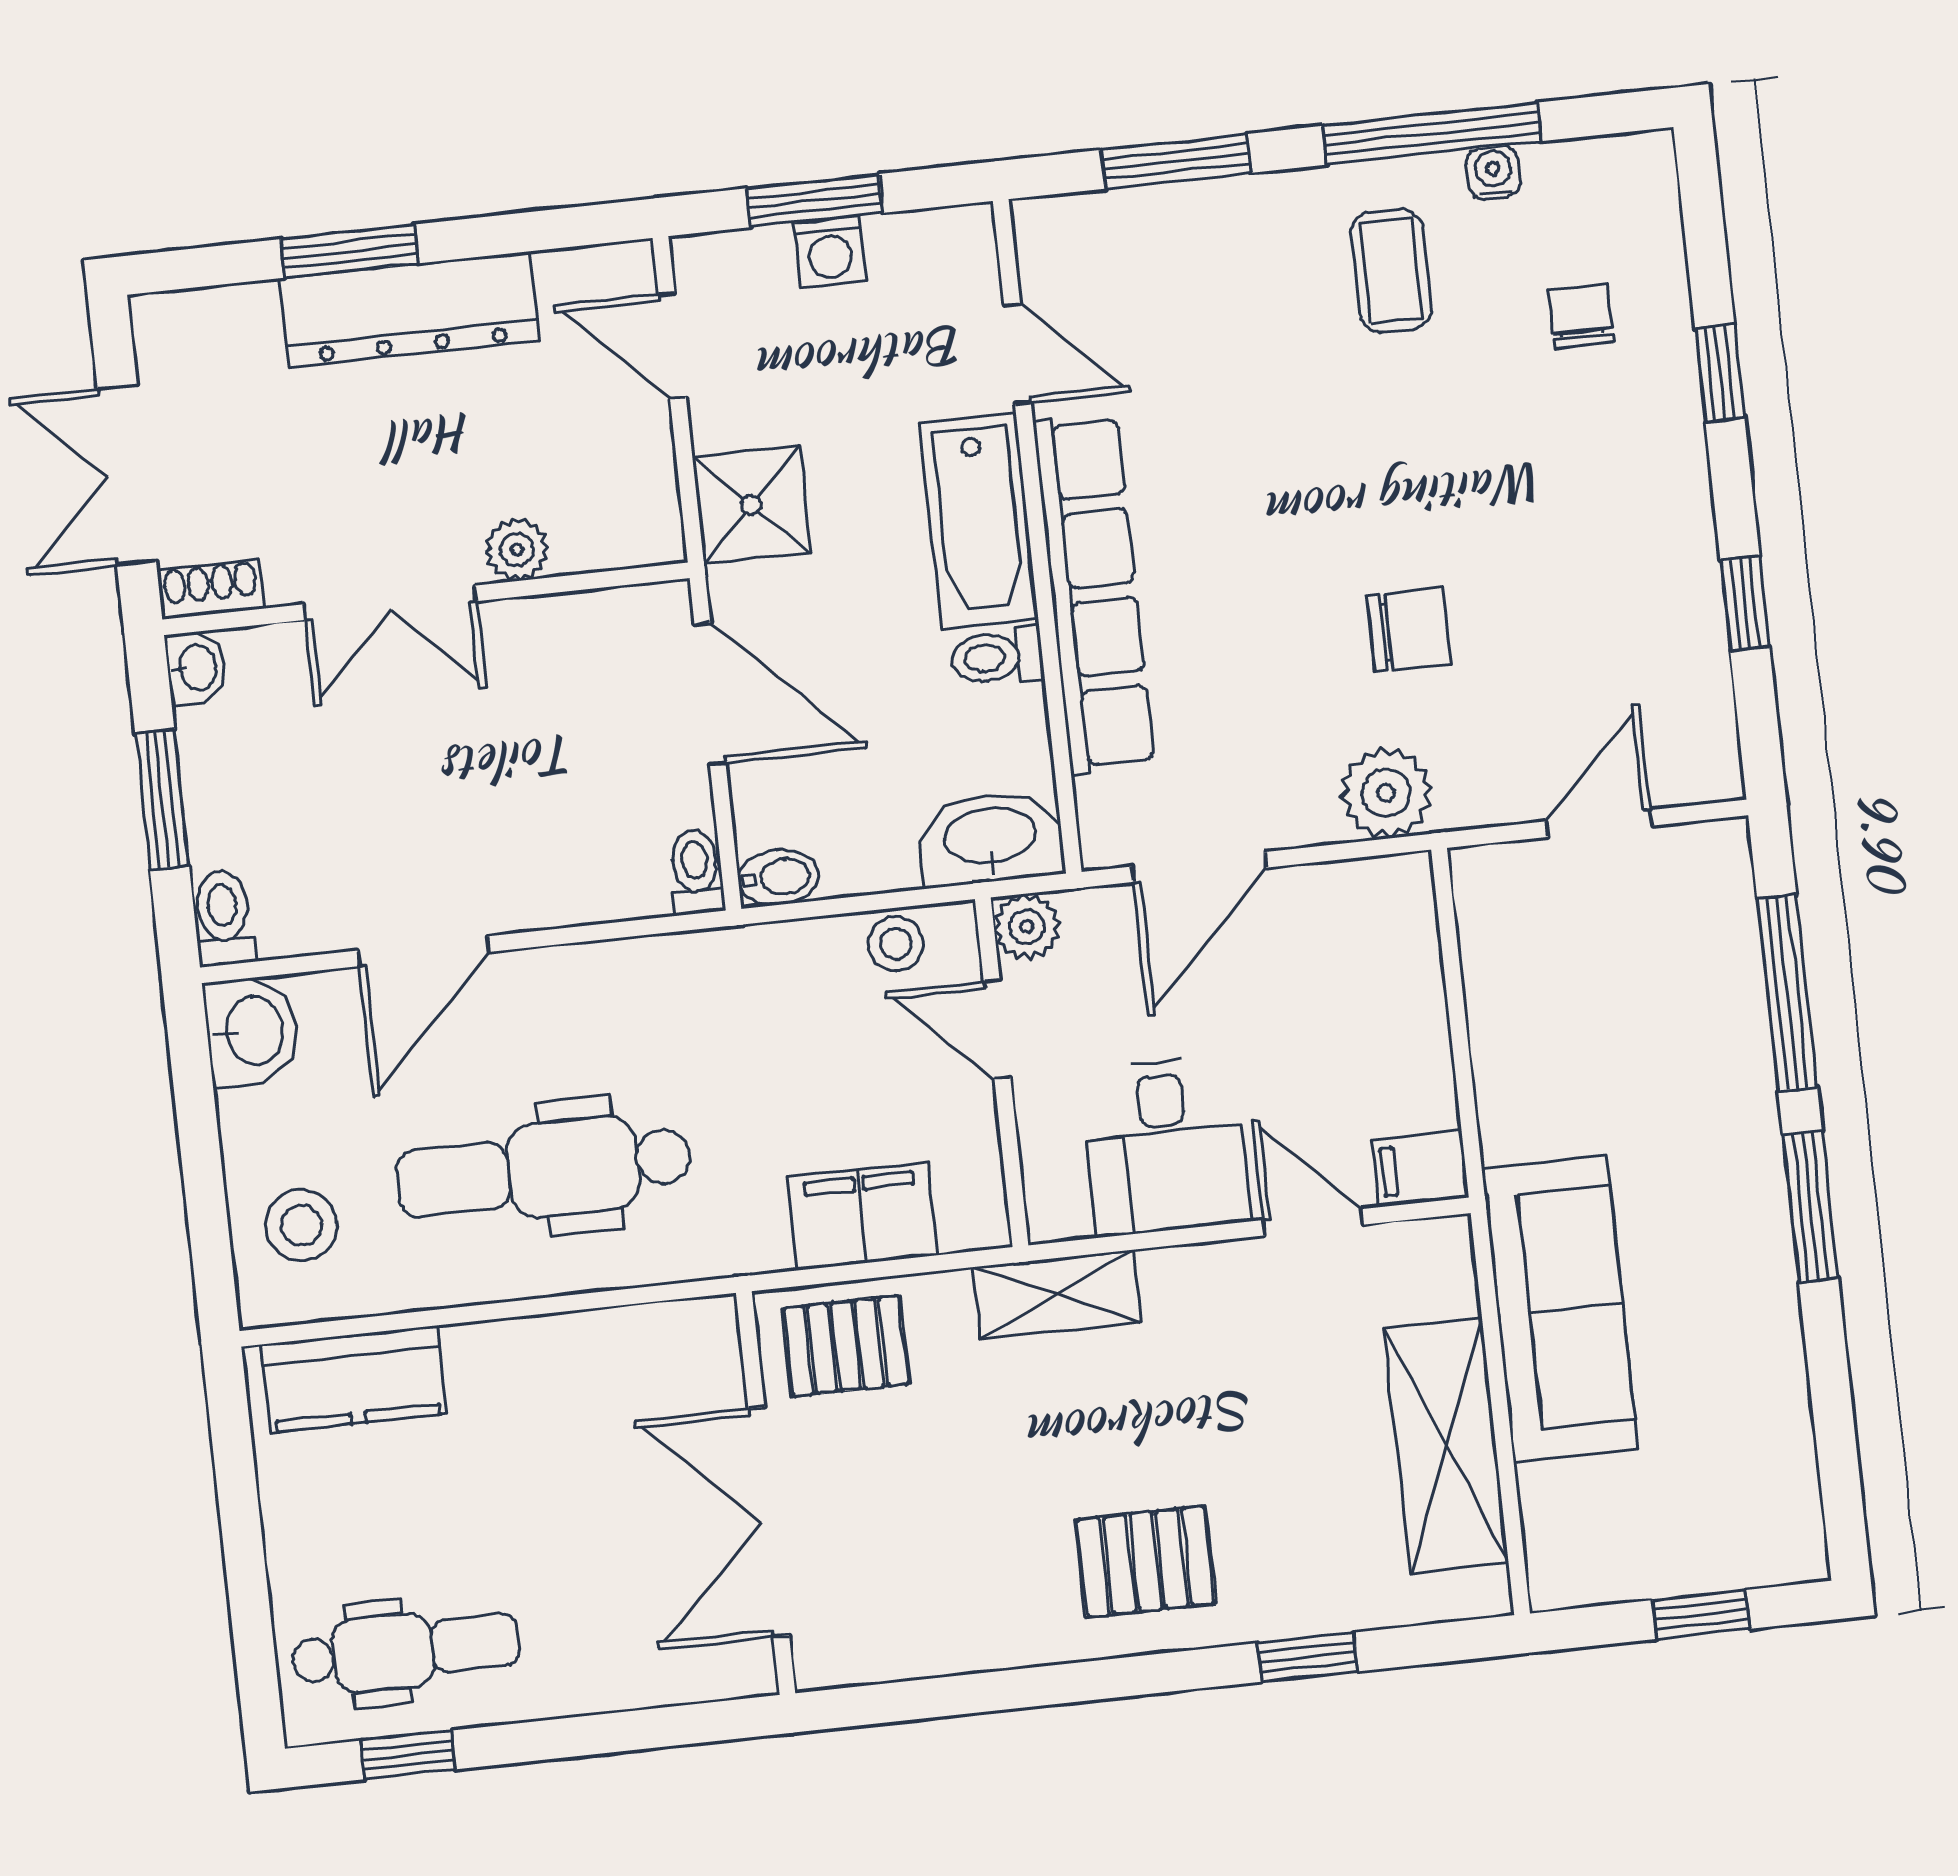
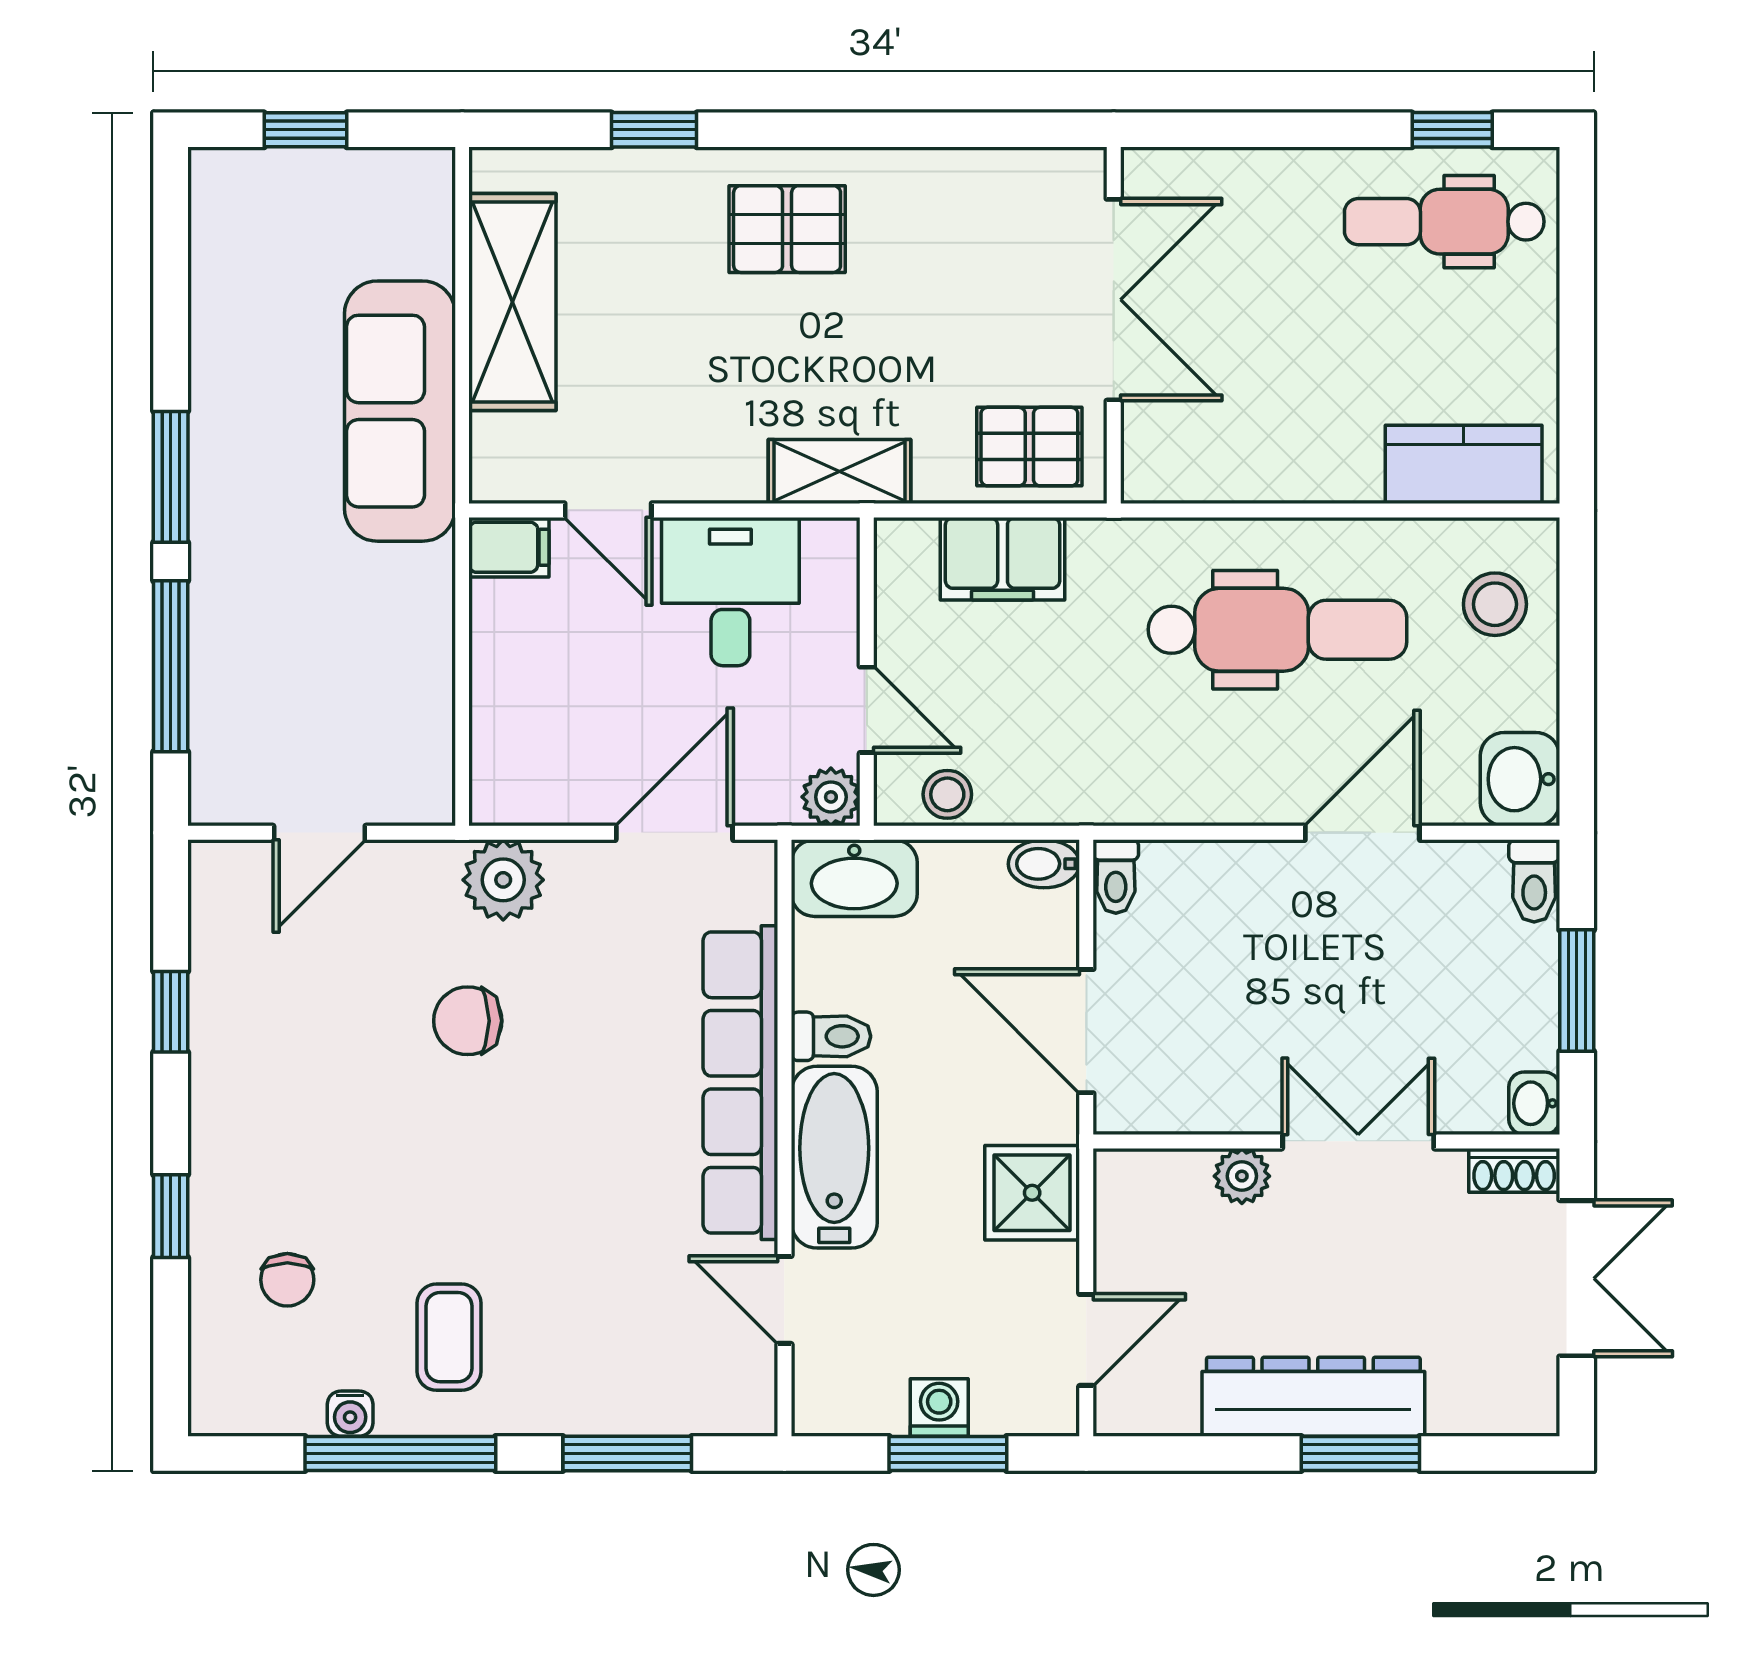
door: (672, 346) -> (1086, 1340), hinge flipped

